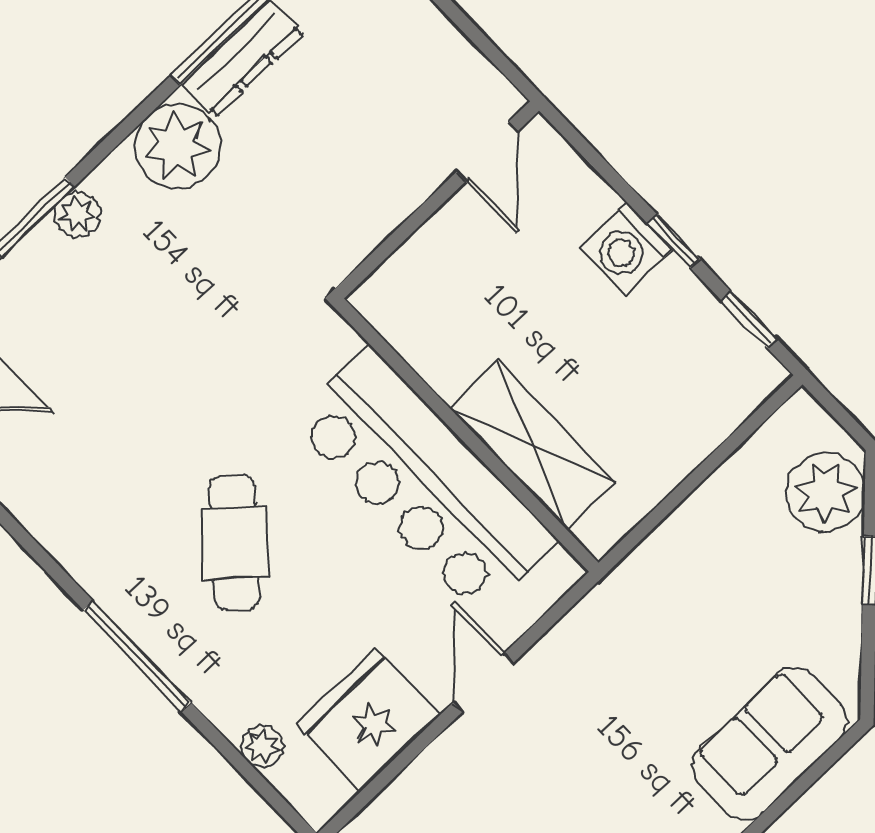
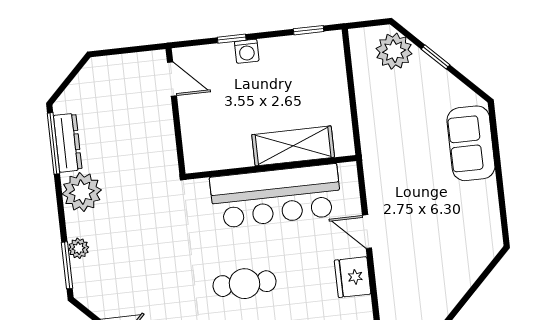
window: (673, 241) -> (232, 39), moved
washing machine: (626, 248) -> (247, 51), width x0.73, depth x0.73
cafe table: (235, 543) -> (245, 284), turned -41
fridge: (368, 719) -> (353, 277), width x0.73, depth x0.75

